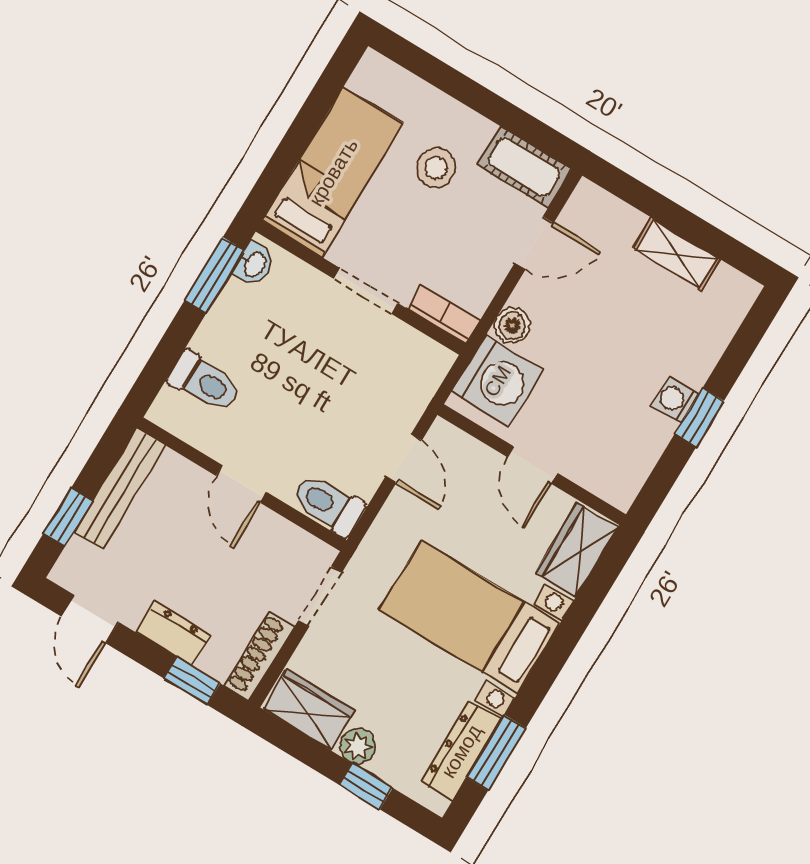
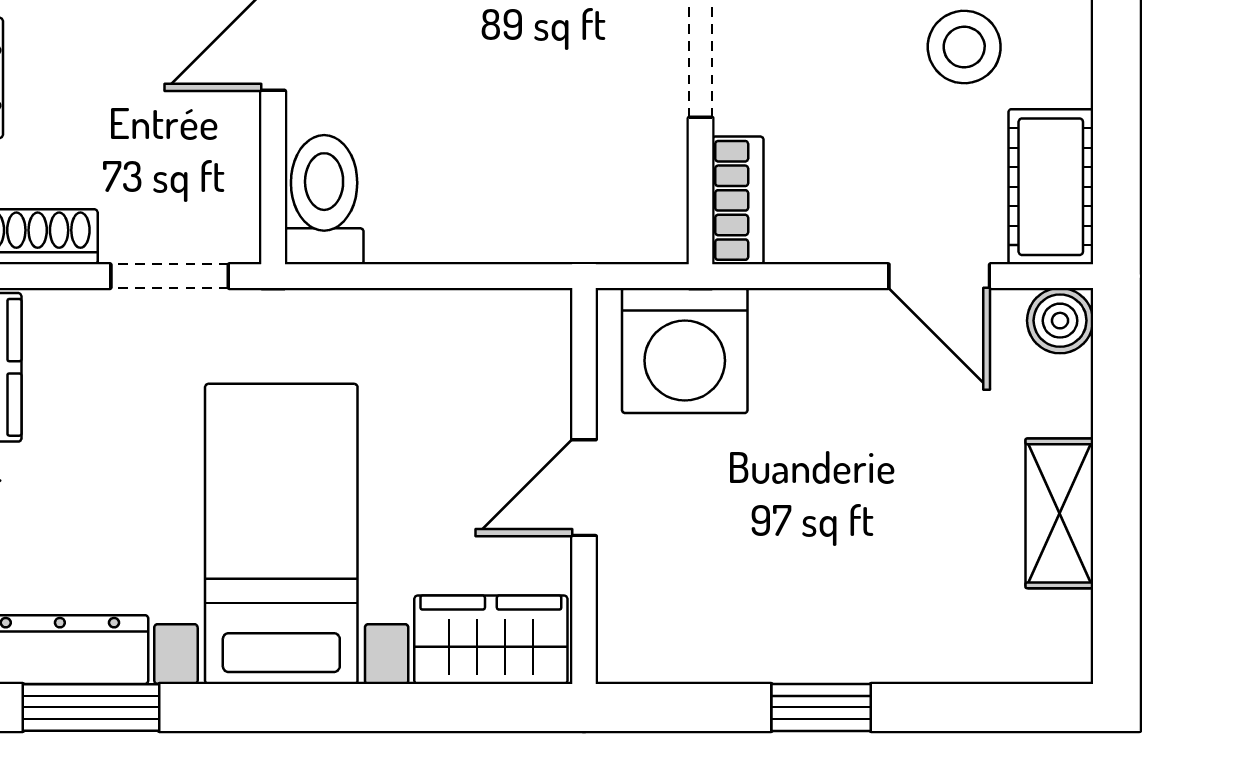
boiler: (512, 326) -> (1060, 321), moved
washing machine: (675, 400) -> (825, 651), removed
door: (404, 459) -> (470, 276), removed

